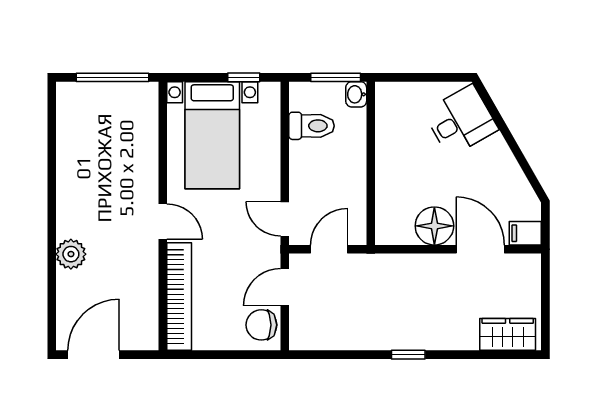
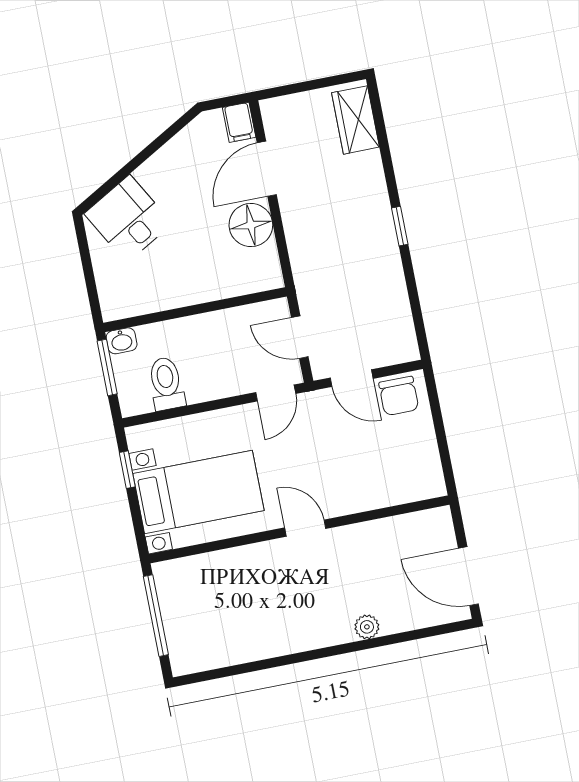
door: (163, 222) -> (305, 528), hinge flipped
plant: (71, 254) -> (367, 627), width x0.73, depth x0.73
bookcase: (179, 297) -> (385, 494), removed

